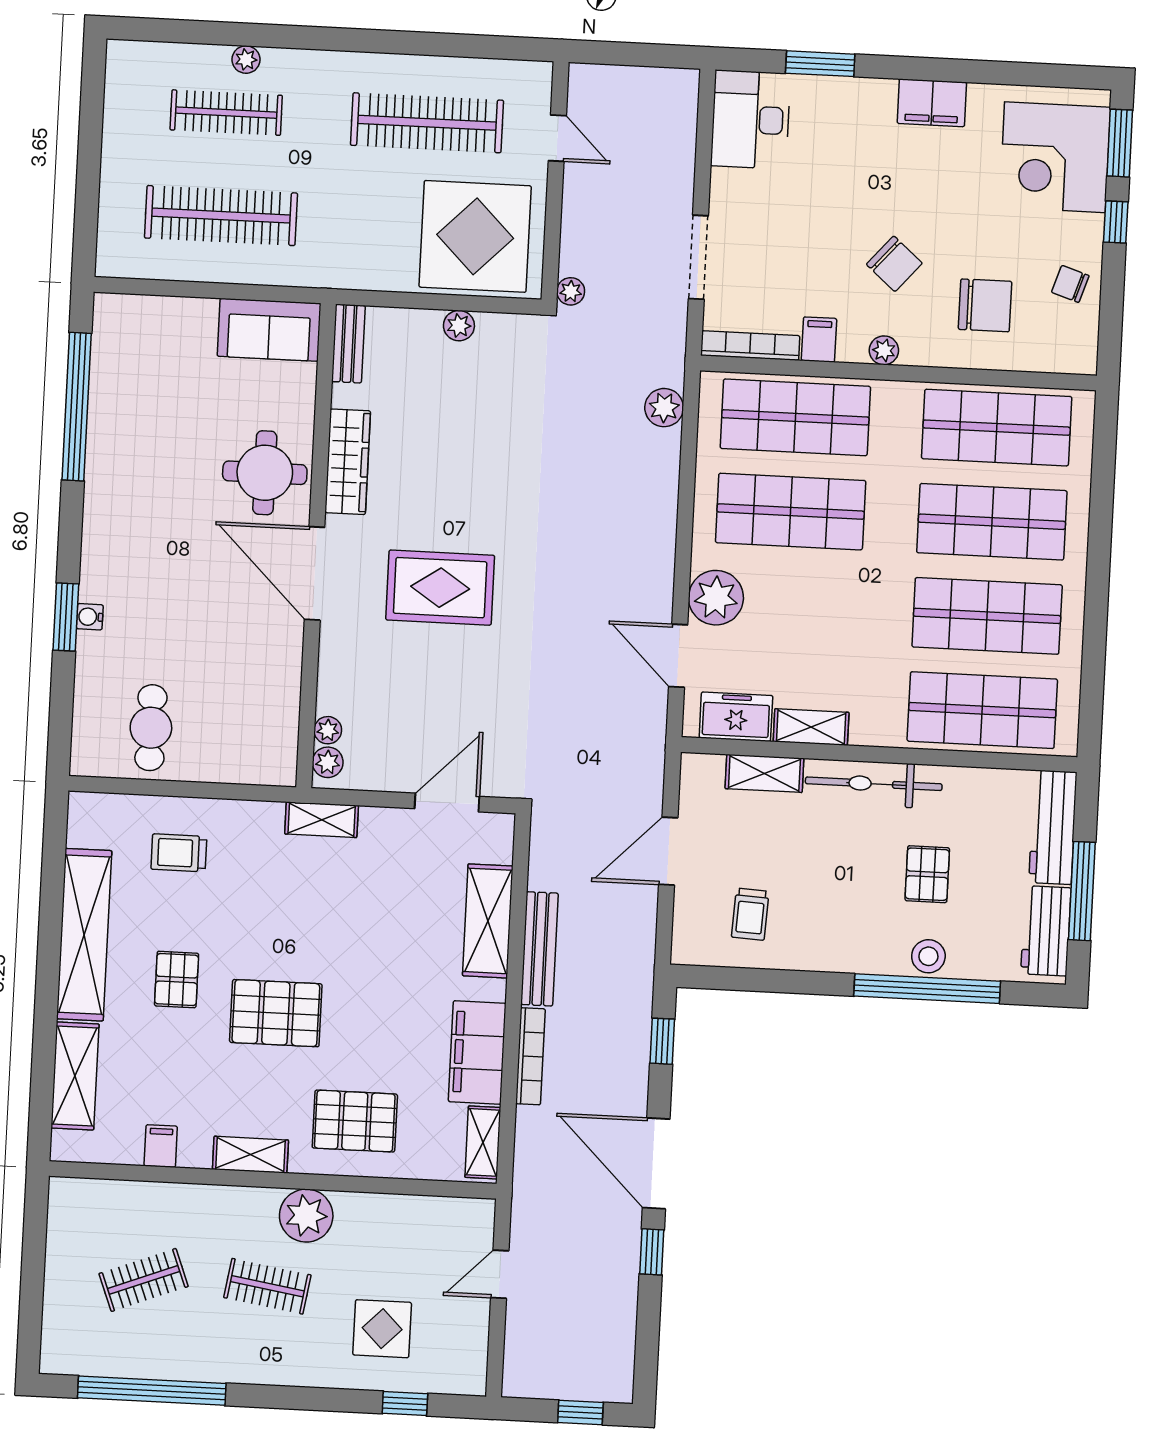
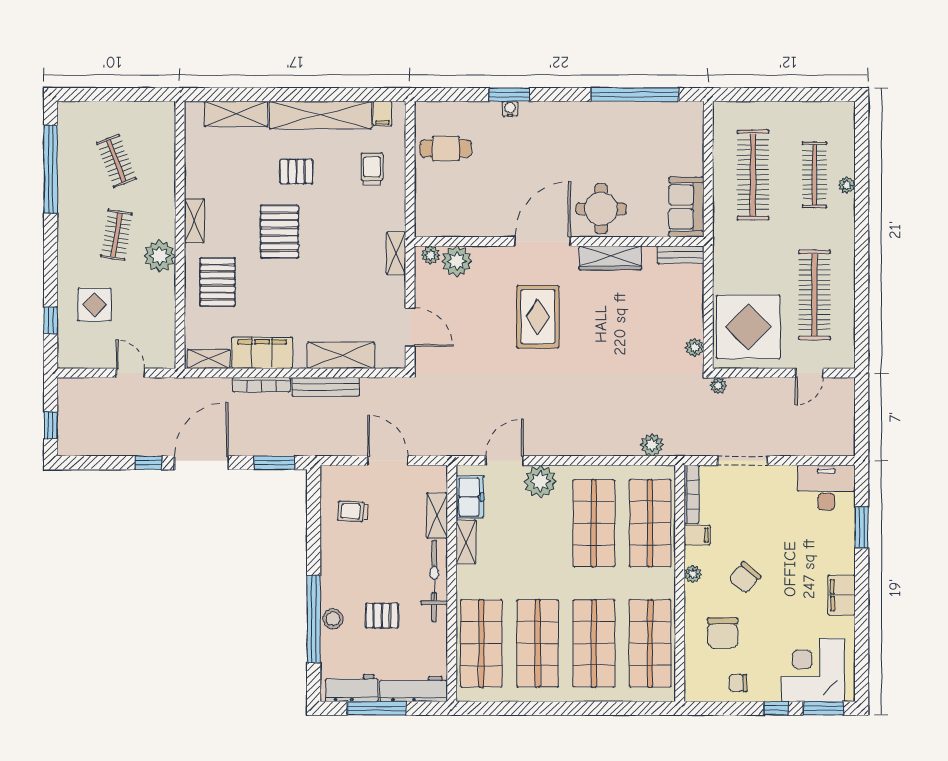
chair: (1070, 284) -> (738, 683), turned -108
plant: (459, 326) -> (695, 347), moved
plant: (328, 730) -> (457, 261), width x1.87, depth x1.87
window: (662, 1041) -> (274, 463), width x1.50
filing cabinet: (161, 1146) -> (382, 114), moved, turned 90

